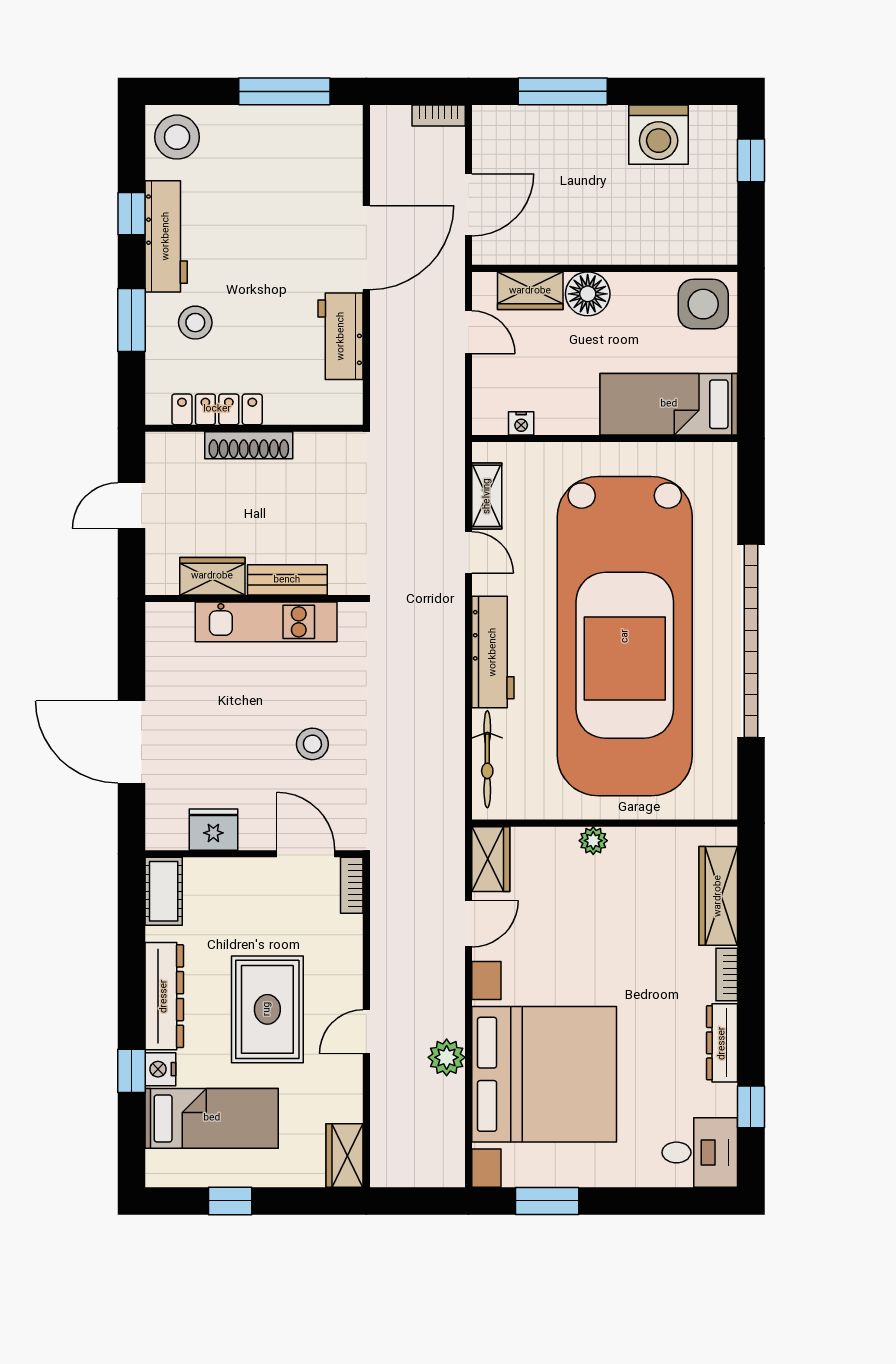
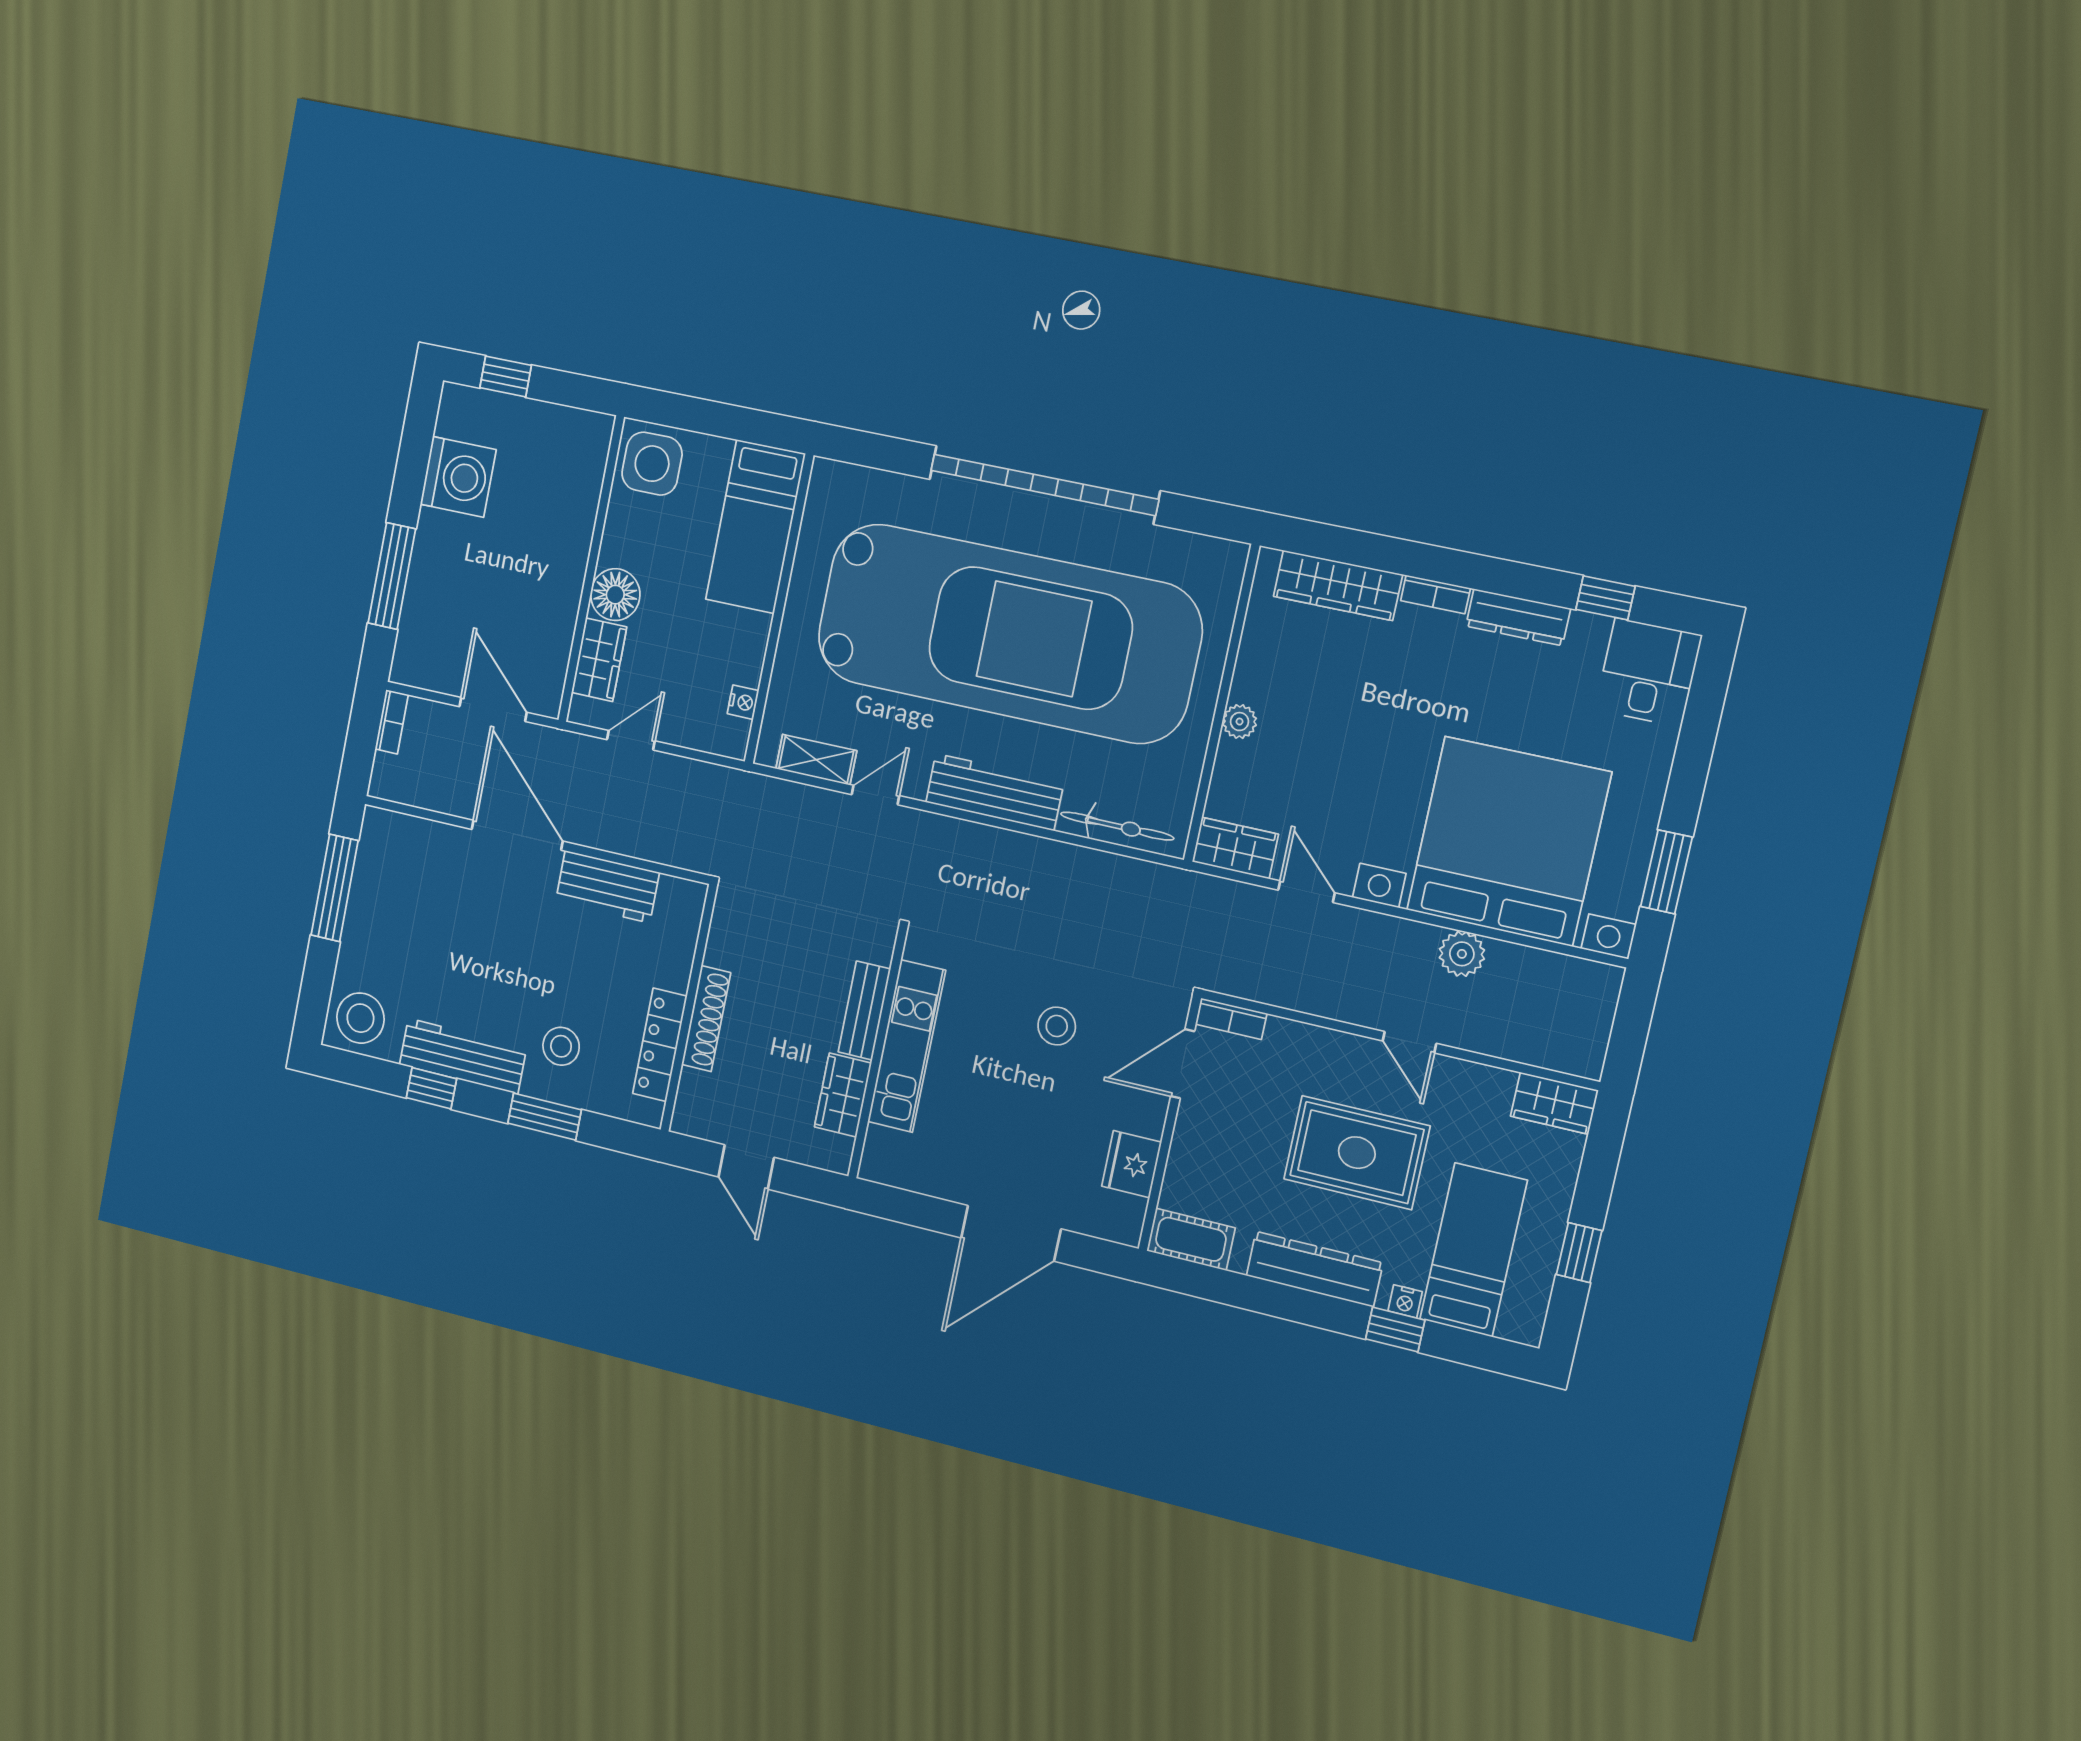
nightstand: (160, 1069) -> (1405, 1301), width x0.72, depth x0.74

